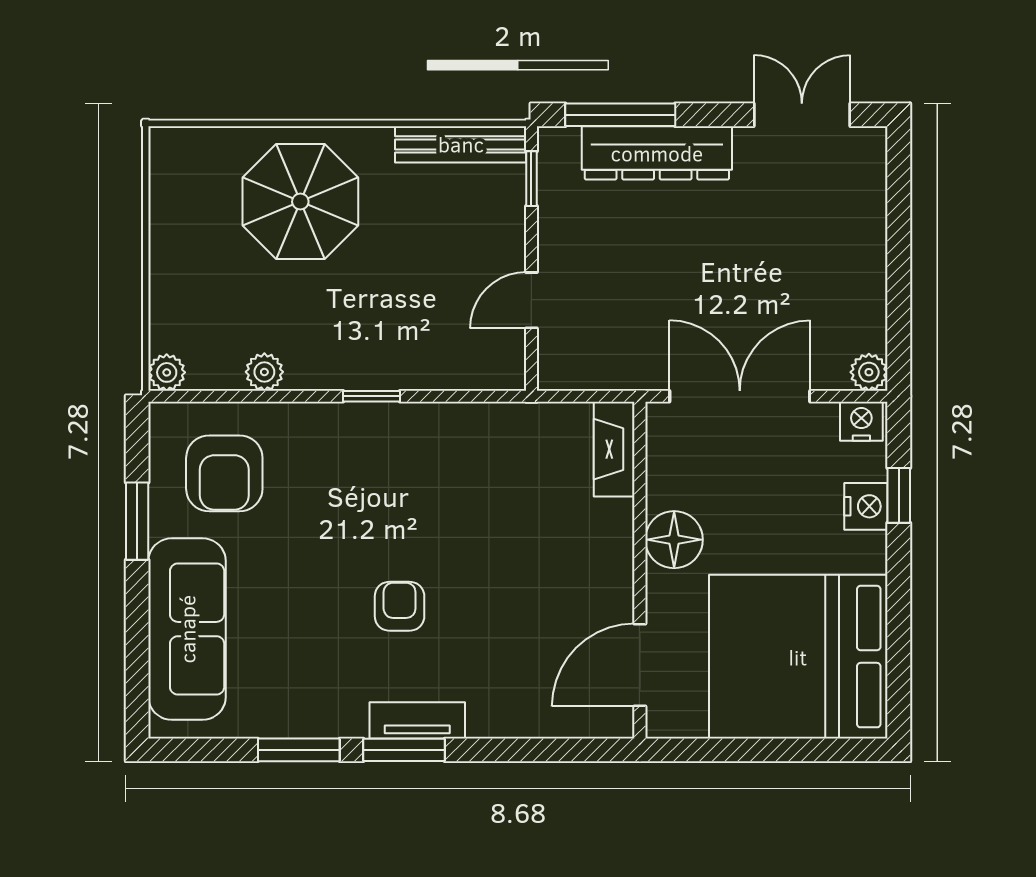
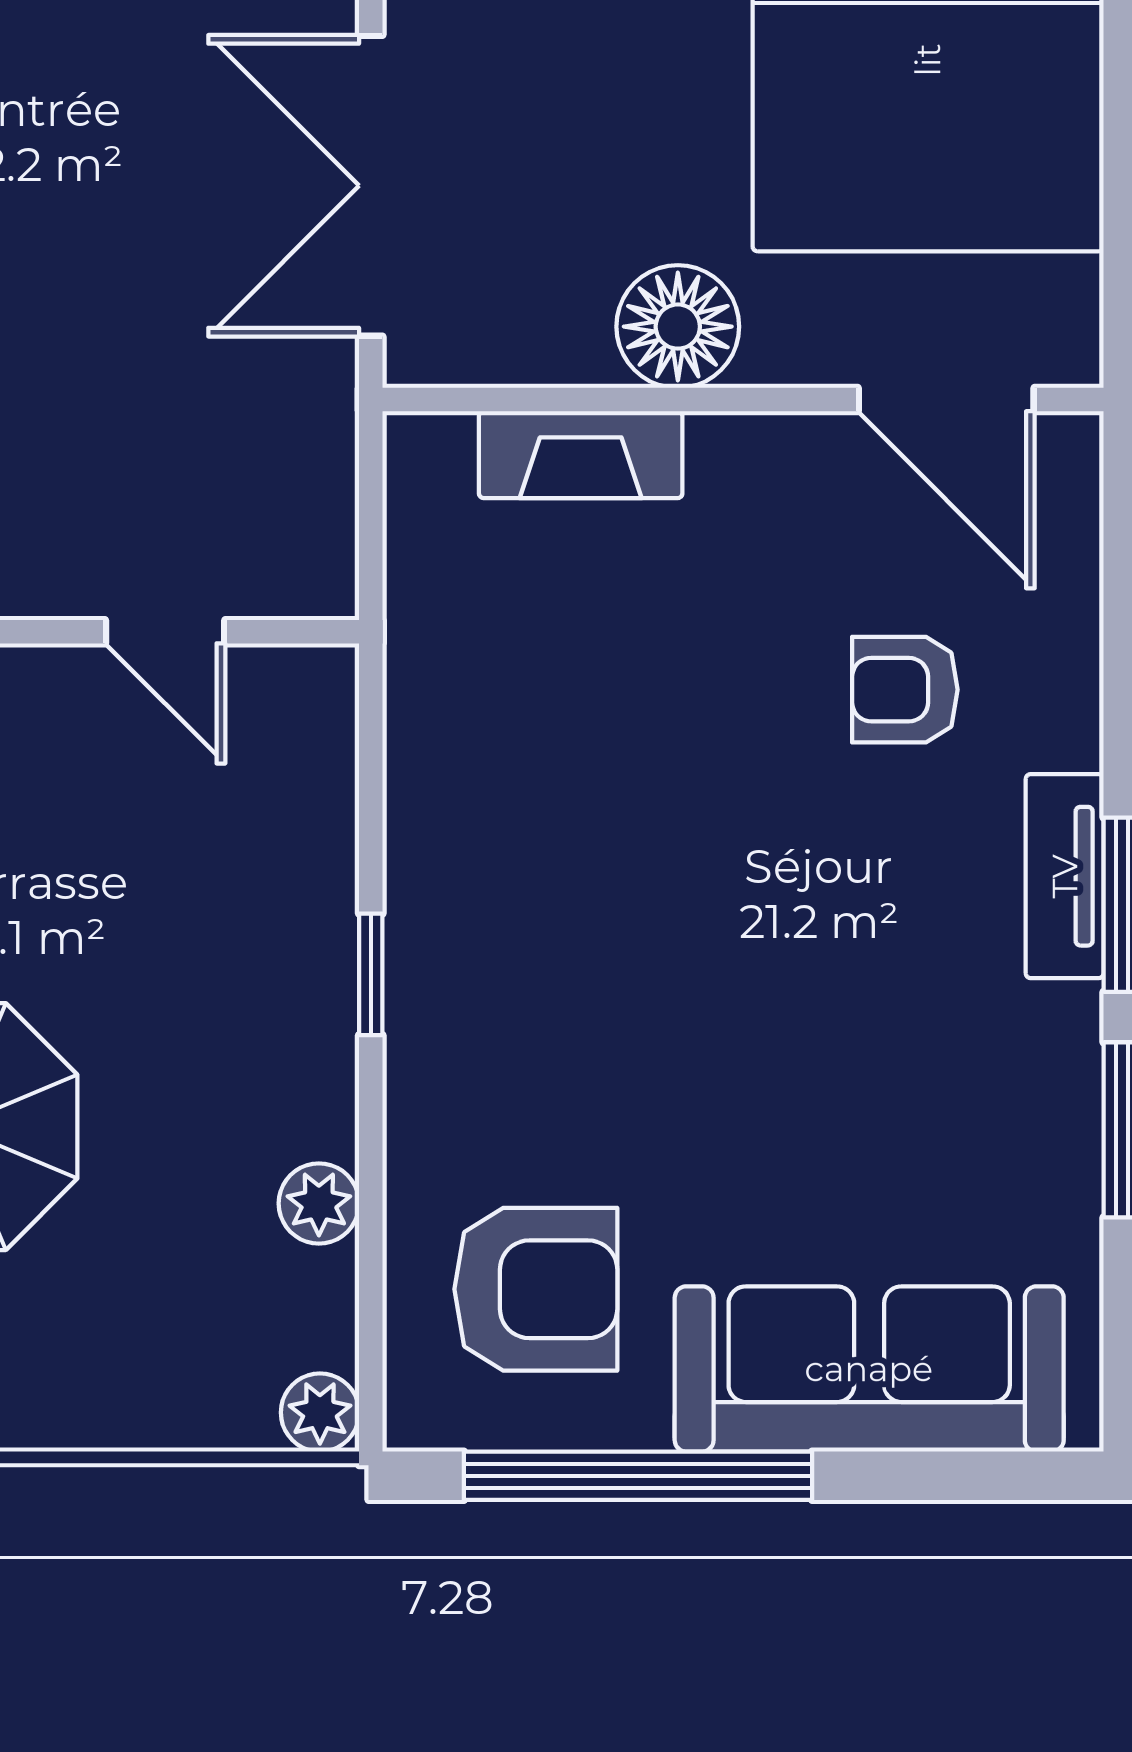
fireplace: (614, 449) -> (581, 455), moved
window: (137, 521) -> (638, 1476), width x2.11
armchair: (400, 606) -> (905, 690), moved

